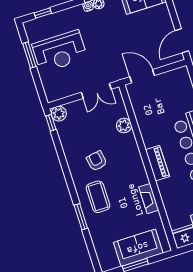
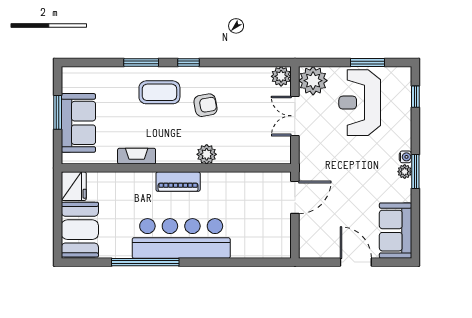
door: (182, 41) -> (356, 262), moved
plant: (55, 90) -> (313, 81), added
double door: (96, 91) -> (295, 116), moved
window: (51, 123) -> (189, 62), moved
plant: (124, 126) -> (207, 154), moved

